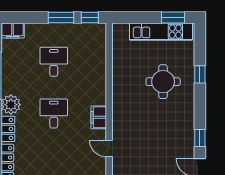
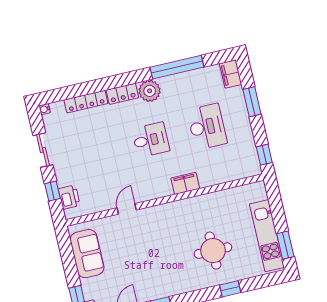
window: (61, 17) -> (252, 102), moved
desk: (54, 62) -> (207, 127), width x1.37
filing cabinet: (99, 117) -> (185, 183), moved

